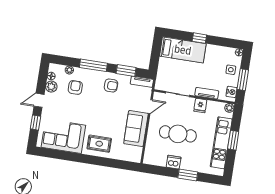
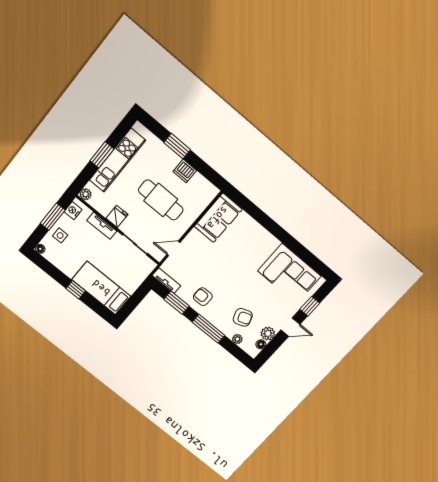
armchair: (75, 87) -> (243, 317), turned -111
sofa: (136, 129) -> (218, 218), moved
rug: (99, 144) -> (255, 242), removed

